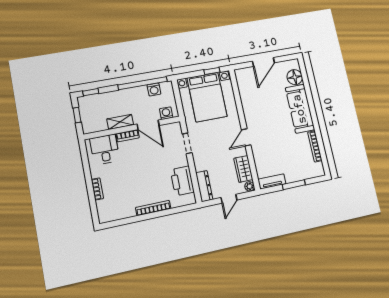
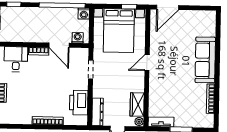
door: (263, 62) -> (168, 7), moved
floor lamp: (295, 77) -> (208, 28), removed
washing machine: (154, 89) -> (84, 14), moved
shelving: (120, 122) -> (35, 37), removed
door: (246, 137) -> (147, 63), moved

